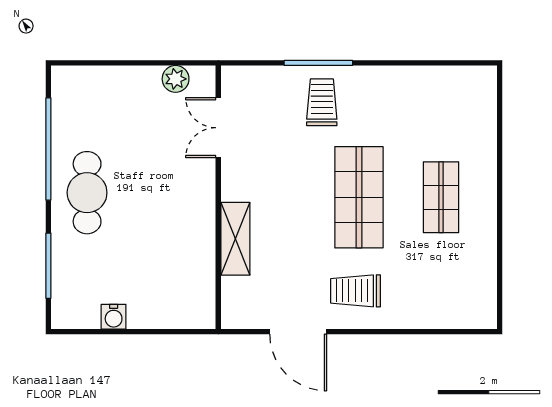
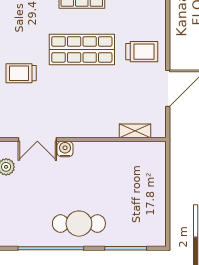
shelving: (235, 239) -> (135, 131), moved, width x0.67, depth x0.75
trolley: (355, 291) -> (142, 52), turned -90
water cooler: (114, 317) -> (65, 149), moved, turned -90

